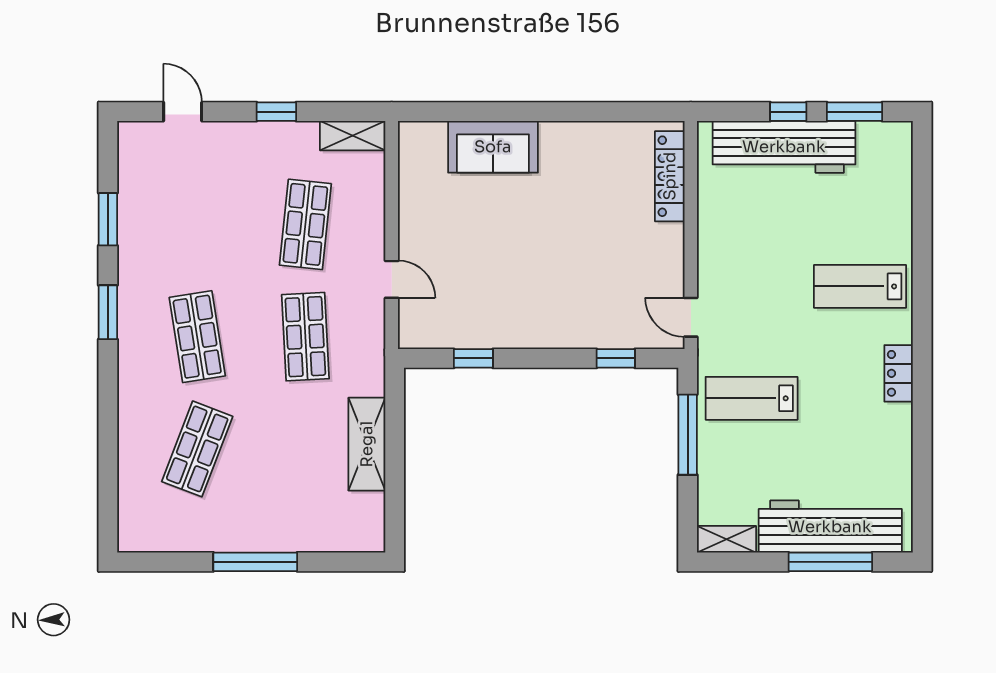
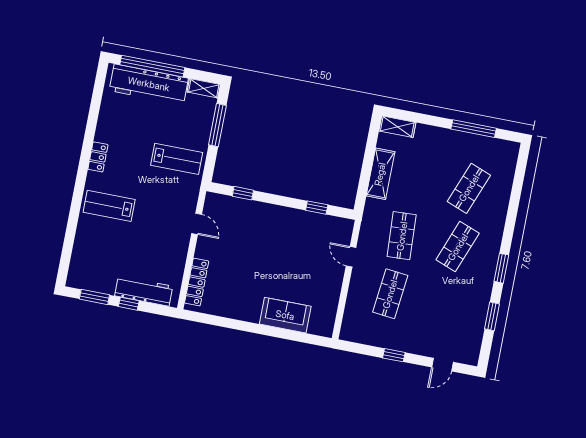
door: (183, 112) -> (442, 365), hinge flipped
shelving: (353, 136) -> (397, 127), moved
workbench: (784, 147) -> (144, 291), width x0.73, depth x0.76
lab bench: (860, 286) -> (109, 206), turned 180
door: (691, 317) -> (197, 224), moved
shop shelf: (197, 337) -> (458, 247), turned 30
window: (688, 435) -> (217, 125), moved
window: (255, 562) -> (474, 129), moved
window: (830, 562) -> (152, 66), width x1.46

